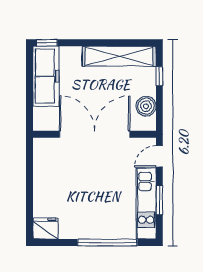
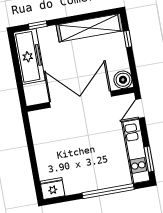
window: (47, 43) -> (38, 25), moved
boiler: (146, 106) -> (123, 80), moved
window: (159, 200) -> (149, 159), moved

